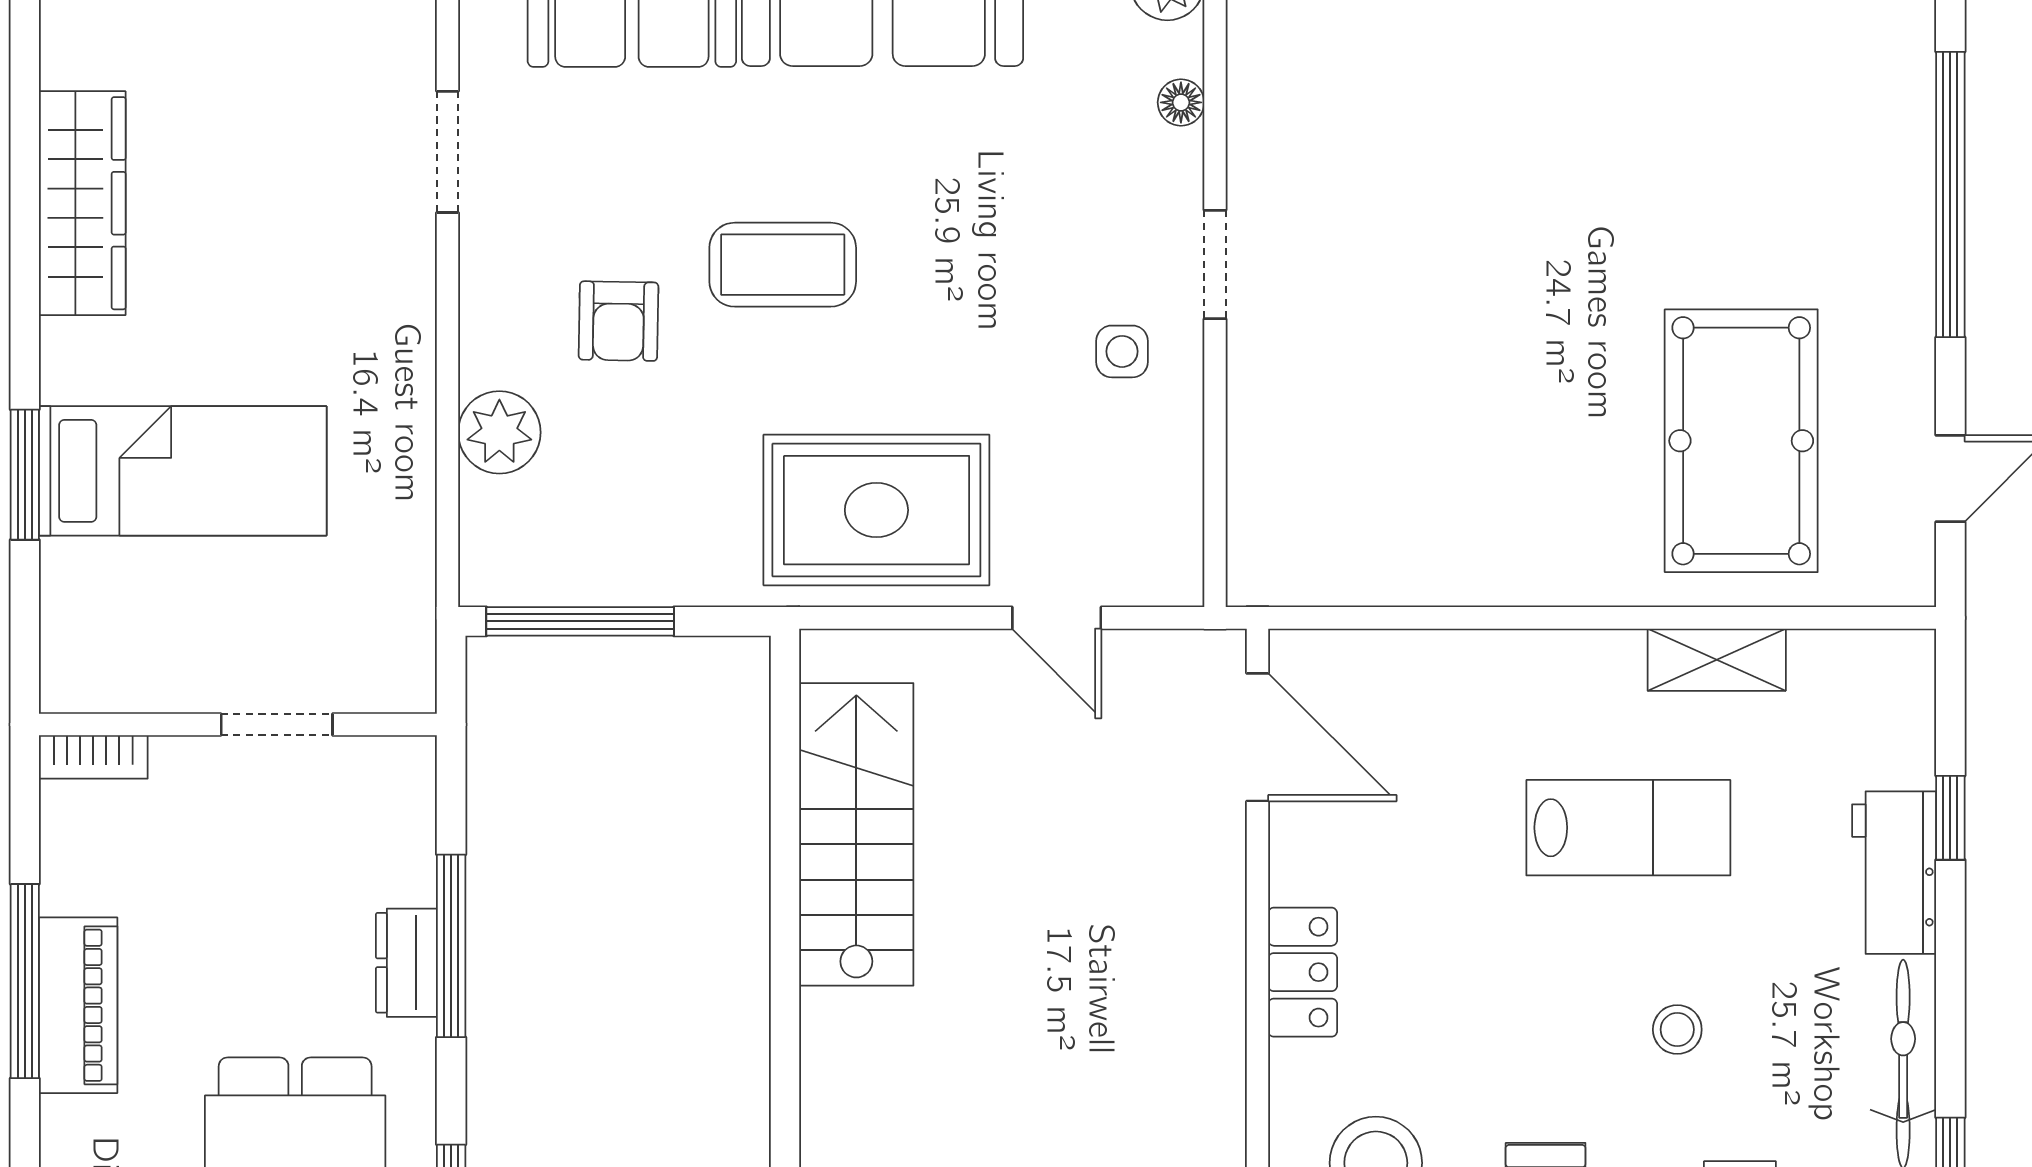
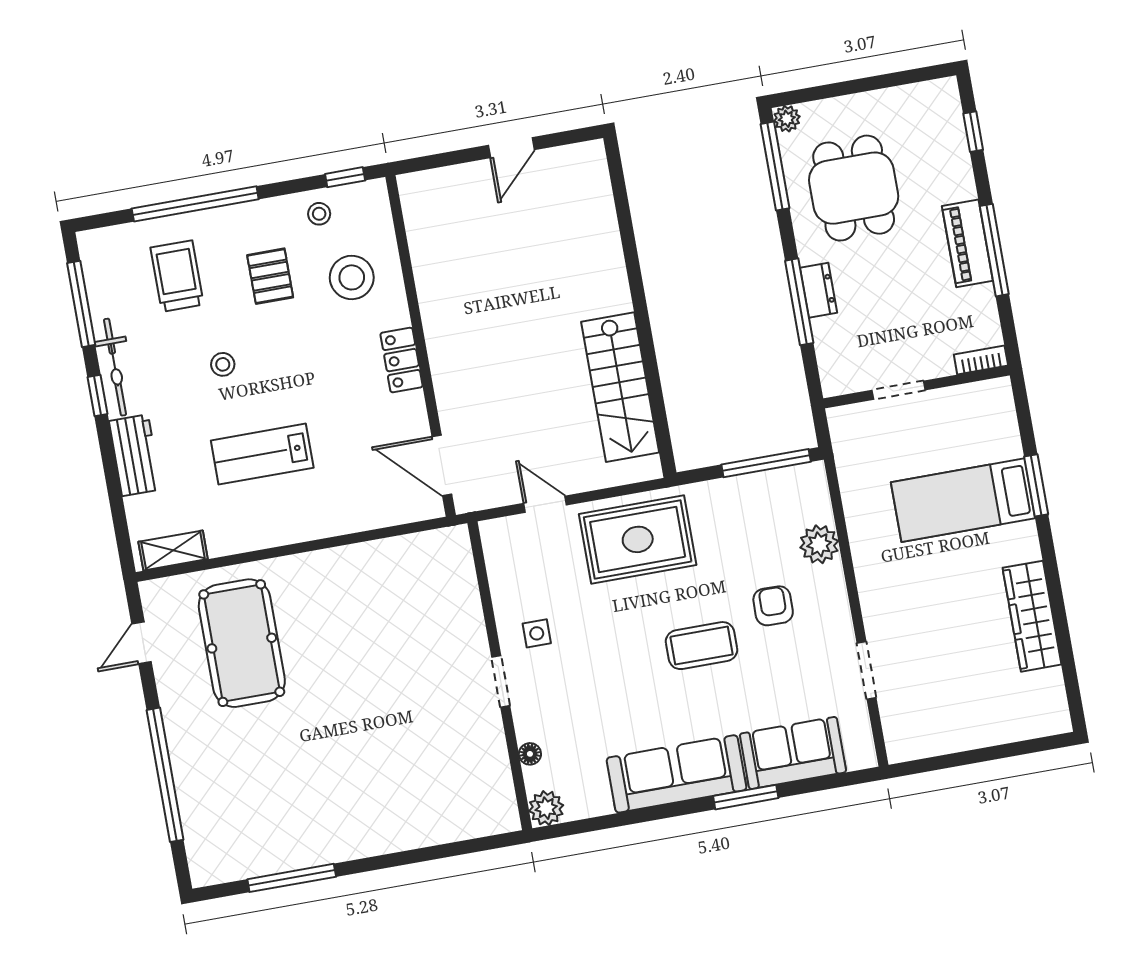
shelving: (1717, 660) -> (173, 550), moved
window: (1950, 818) -> (97, 396), moved

